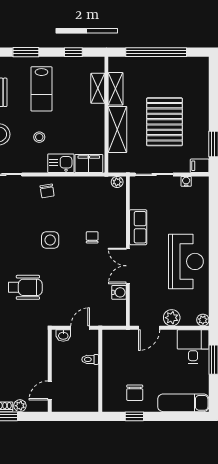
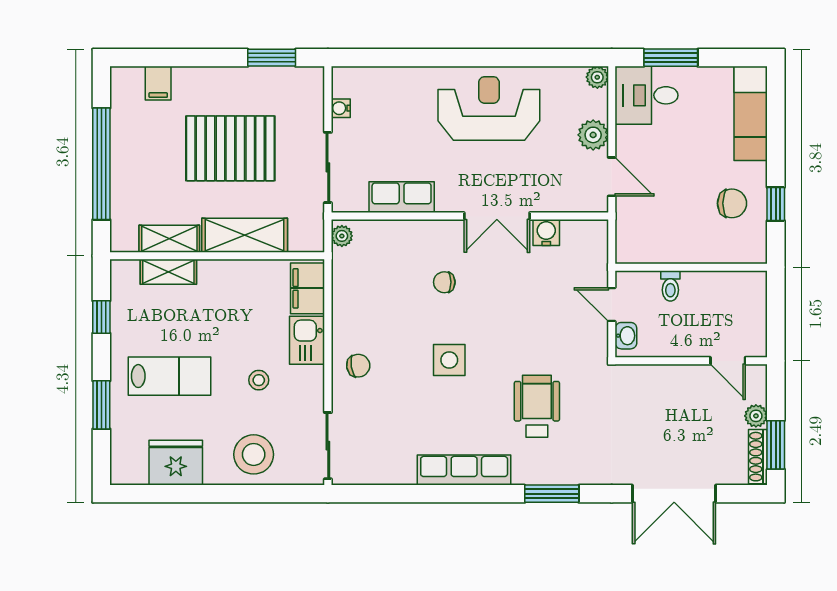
filing cabinet: (200, 166) -> (158, 83), moved
row of seats: (138, 227) -> (402, 197), moved

